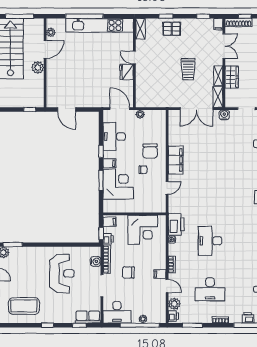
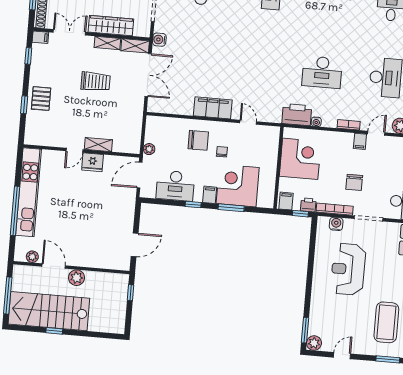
shelving: (140, 29) -> (98, 145), moved
wardrobe: (232, 77) -> (111, 26), width x1.50
reception desk: (62, 273) -> (348, 269), turned -90

